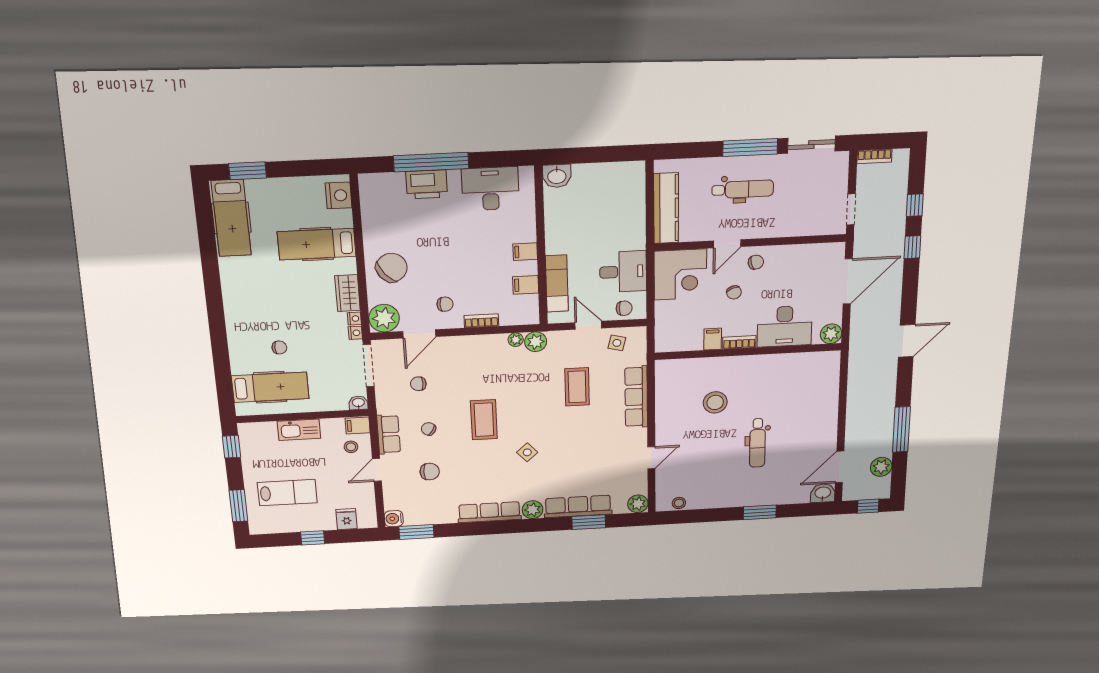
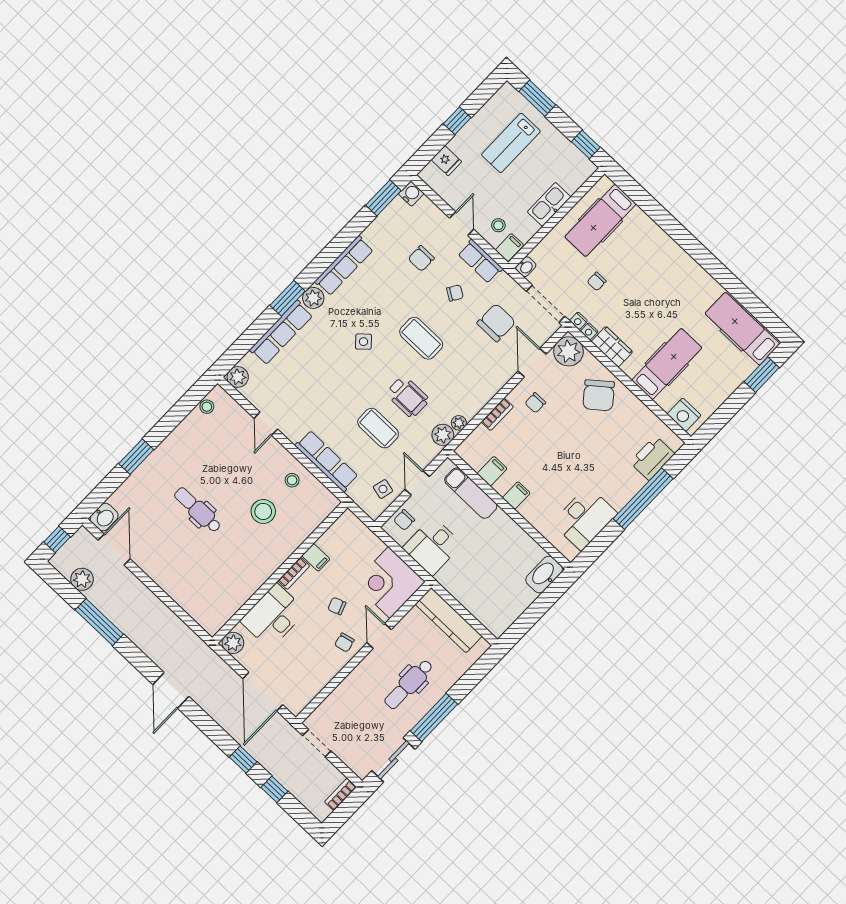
washbasin: (557, 176) -> (544, 574), width x1.38
printer: (427, 184) -> (652, 458), moved
door: (588, 325) -> (417, 483), swing flipped
chair: (279, 347) -> (597, 281), moved
chair: (418, 384) -> (496, 323), width x1.87, depth x1.87
wheelchair: (534, 389) -> (408, 397), added
stool: (673, 405) -> (292, 480), added
window: (589, 522) -> (288, 298), moved

